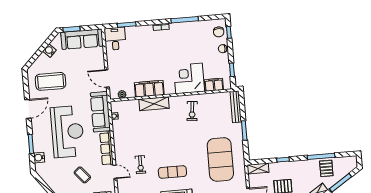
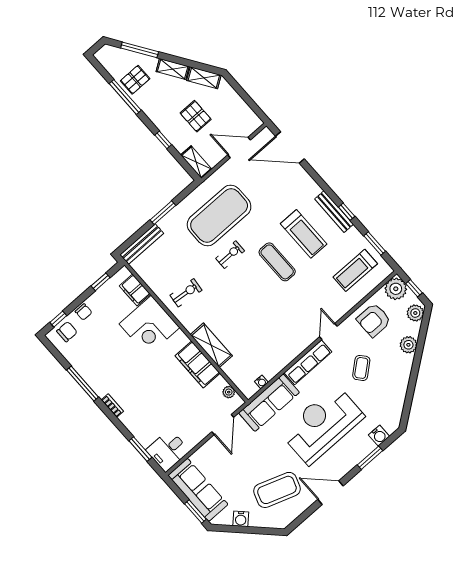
coffee table: (51, 81) -> (277, 490), turned -71
exercise bike: (140, 165) -> (230, 255), moved

